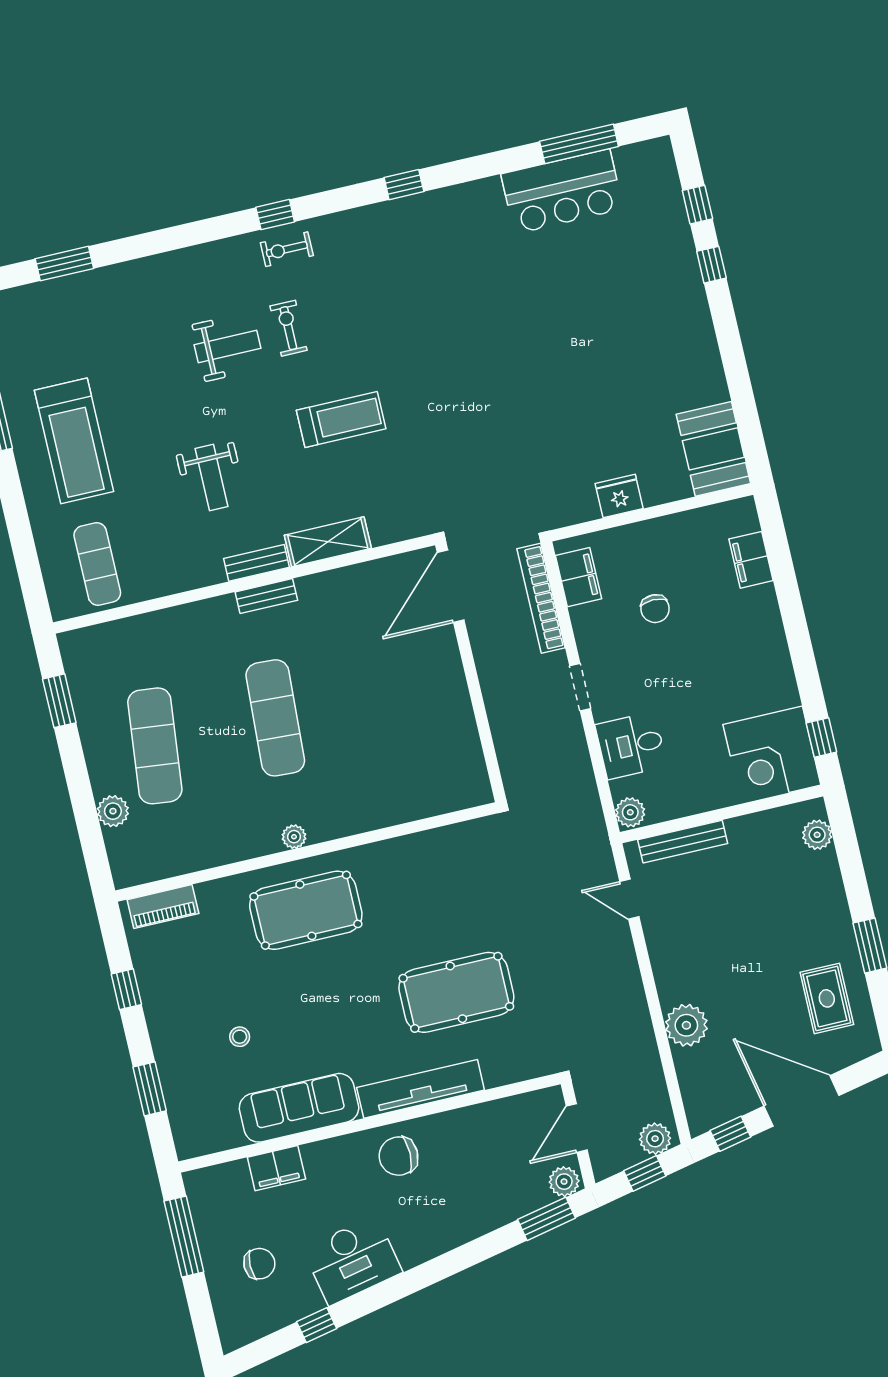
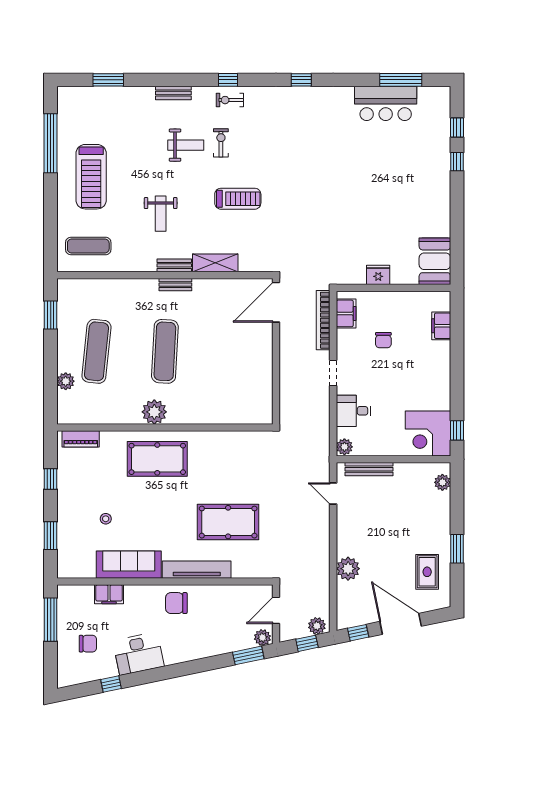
bench: (184, 260) -> (173, 93), added
exercise mat: (97, 564) -> (88, 246), turned 90
plant: (294, 837) -> (154, 412), width x1.88, depth x1.88

